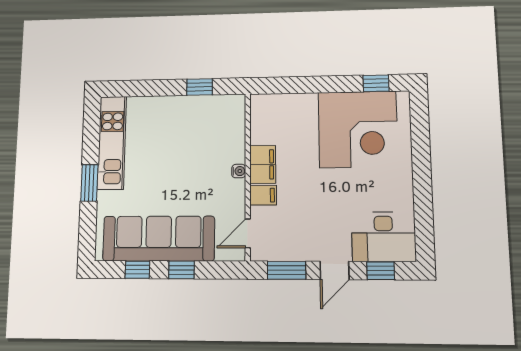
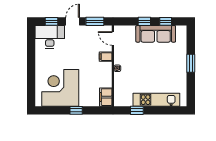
window: (376, 83) -> (76, 110), moved
kitchen unit: (112, 143) -> (156, 100), moved, turned 90
filing cabinet: (263, 164) -> (106, 97), moved
door: (248, 233) -> (113, 39), swing flipped
sofa: (159, 239) -> (156, 34), width x0.74, depth x0.79

